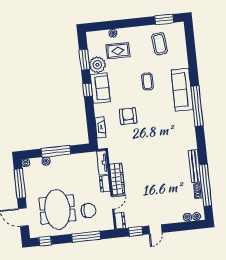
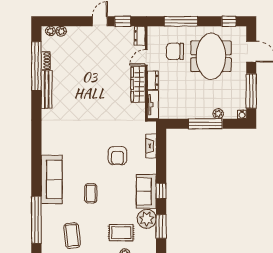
window: (197, 106) -> (36, 220), moved

